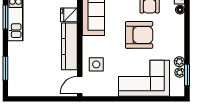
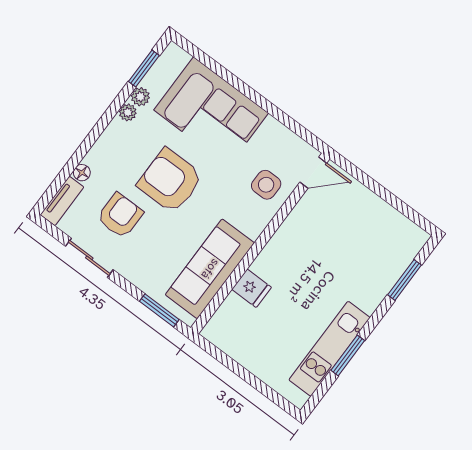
kitchen counter: (69, 46) -> (286, 241), removed
plant: (180, 73) -> (128, 112), moved

